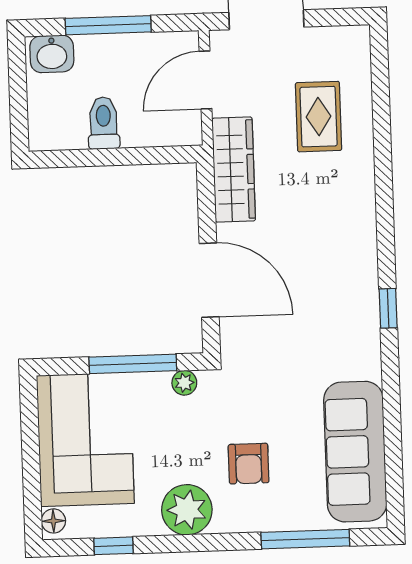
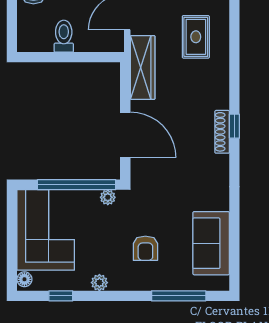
shoe rack: (367, 270) -> (222, 132), added
window: (388, 308) -> (234, 126), moved
window: (133, 364) -> (77, 185), width x1.46
sofa: (355, 452) -> (211, 243), width x0.73
plant: (187, 510) -> (99, 283), width x0.53, depth x0.53

